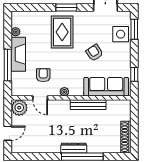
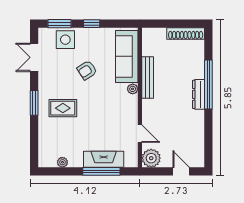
rug: (62, 32) -> (63, 108), width x0.73, depth x0.70
fireplace: (18, 54) -> (104, 159), moved
window: (134, 74) -> (92, 24), moved
armchair: (43, 75) -> (113, 130), removed
plant: (64, 92) -> (133, 89), moved
door: (40, 98) -> (140, 134), hinge flipped

